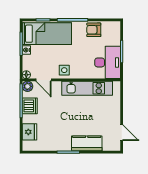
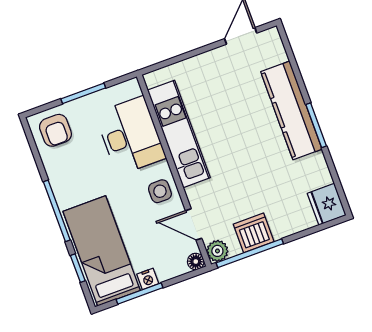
armchair: (94, 30) -> (55, 130), moved
desk: (108, 62) -> (130, 136), moved, turned 90
door: (44, 80) -> (194, 224), swing flipped
fridge: (29, 132) -> (327, 204), moved, turned -90
kitchen counter: (87, 143) -> (291, 110), width x1.50

